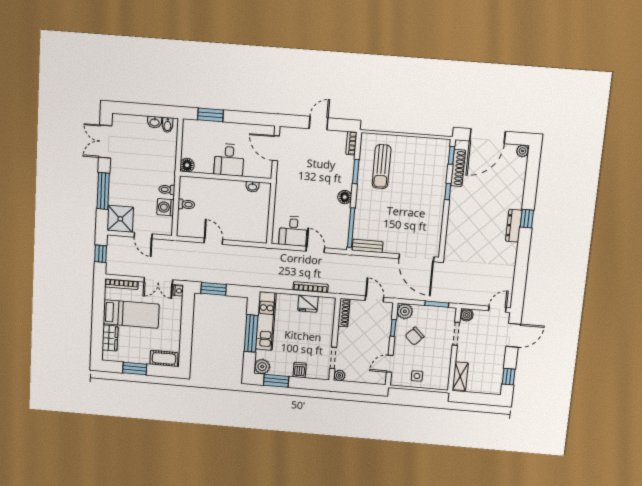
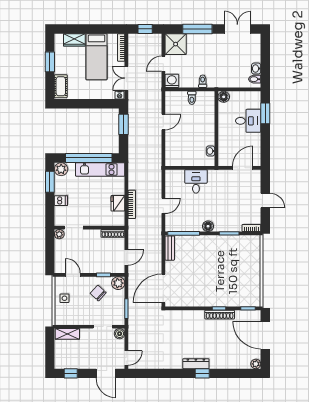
desk: (229, 160) -> (248, 121), moved, turned 180
sun lounger: (382, 167) -> (235, 254), removed
shoe rack: (458, 168) -> (220, 315), moved
washing machine: (165, 207) -> (172, 81), moved
desk: (293, 231) -> (196, 181), moved, turned 90
door: (497, 309) -> (126, 358), hinge flipped
window: (251, 333) -> (89, 158), width x1.46

